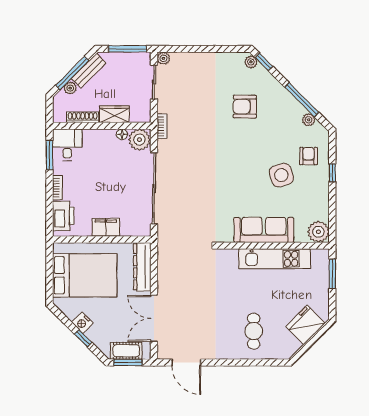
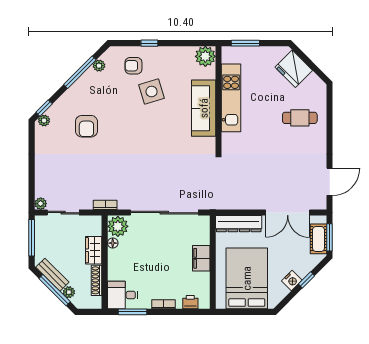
printer: (63, 216) -> (190, 302), width x0.53, depth x0.68

